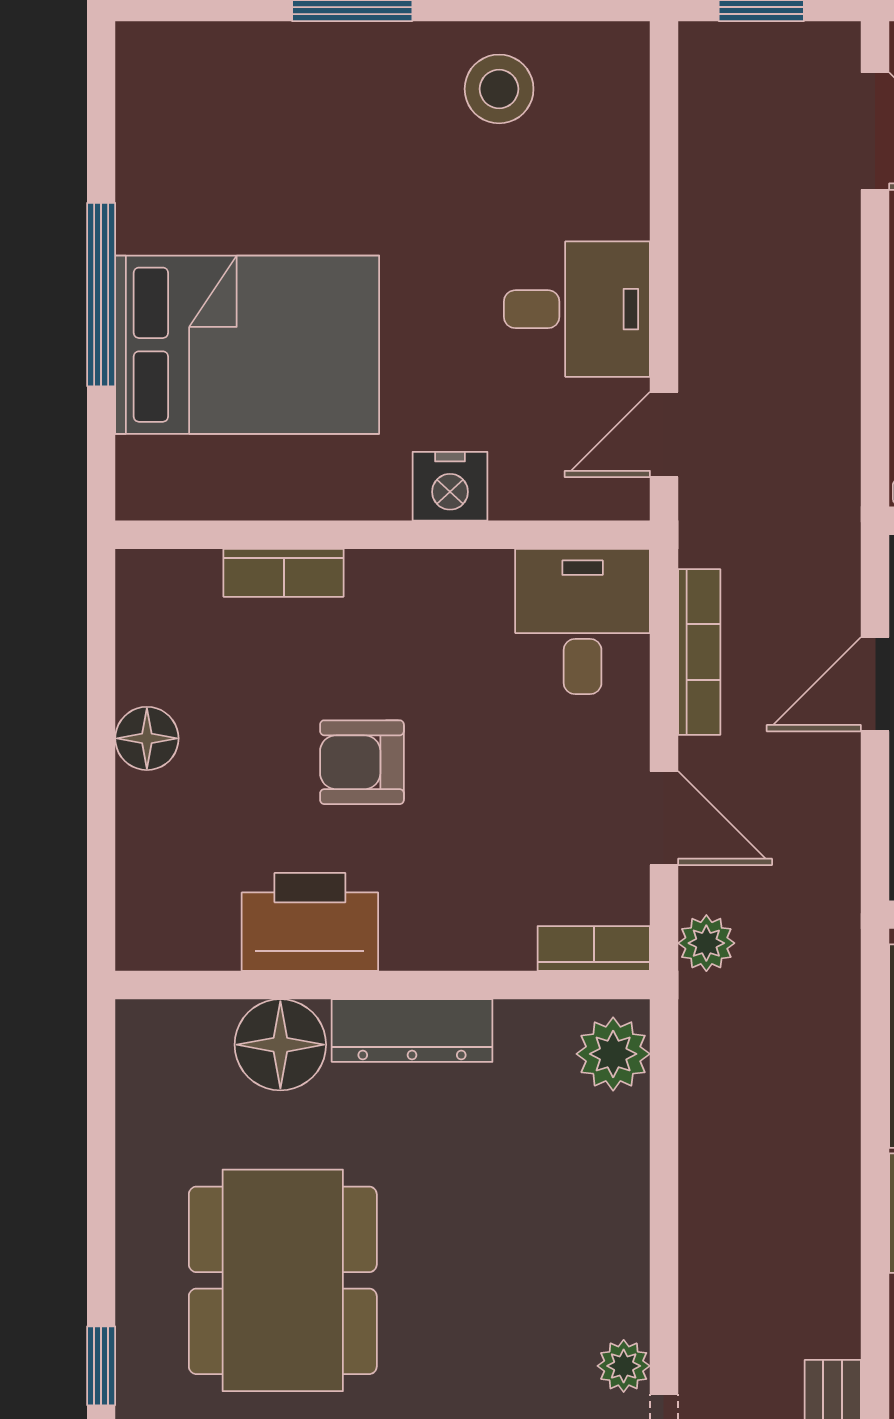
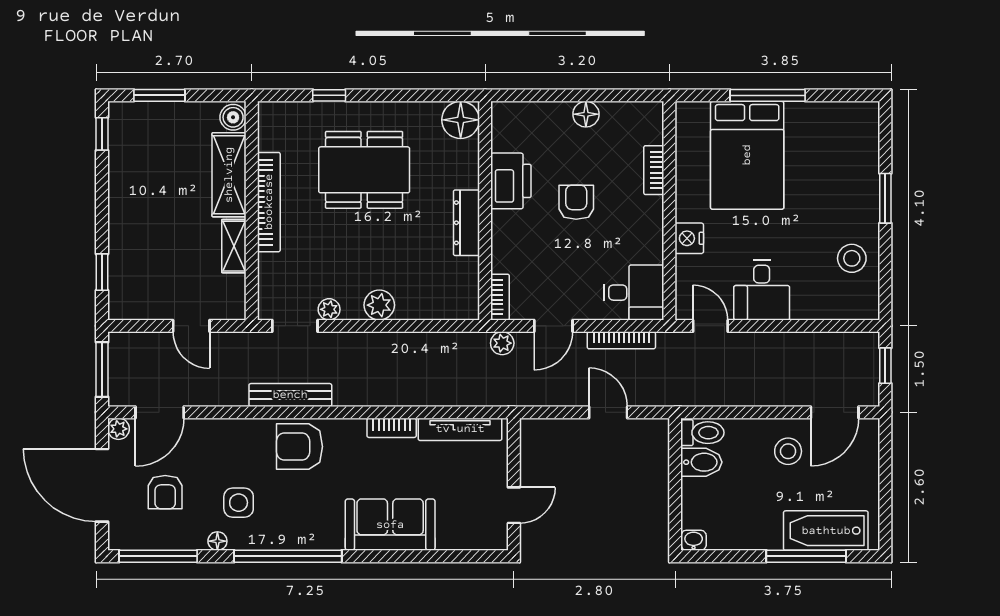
floor lamp: (280, 1045) -> (461, 120), moved
plant: (613, 1054) -> (379, 305), moved

